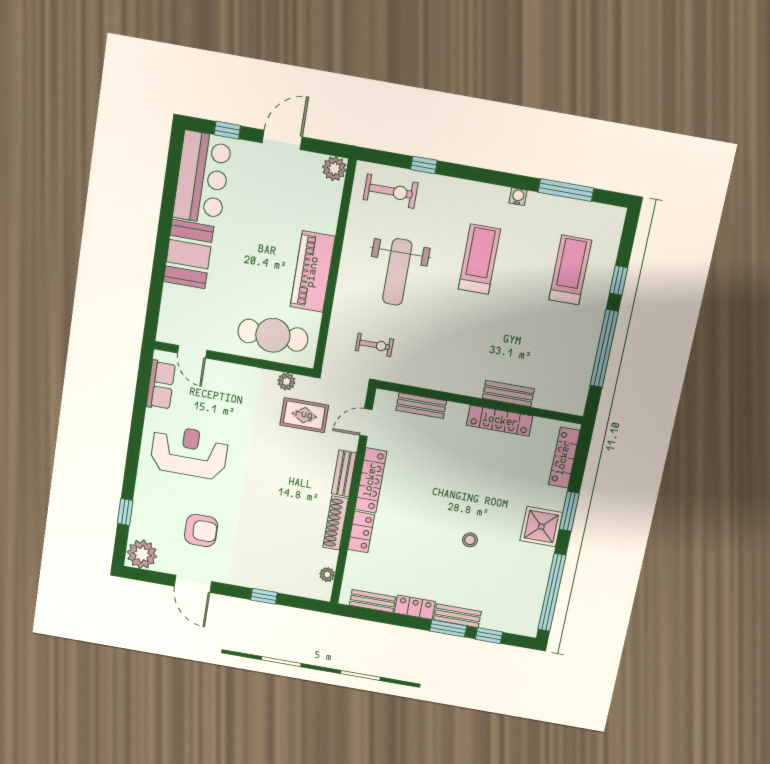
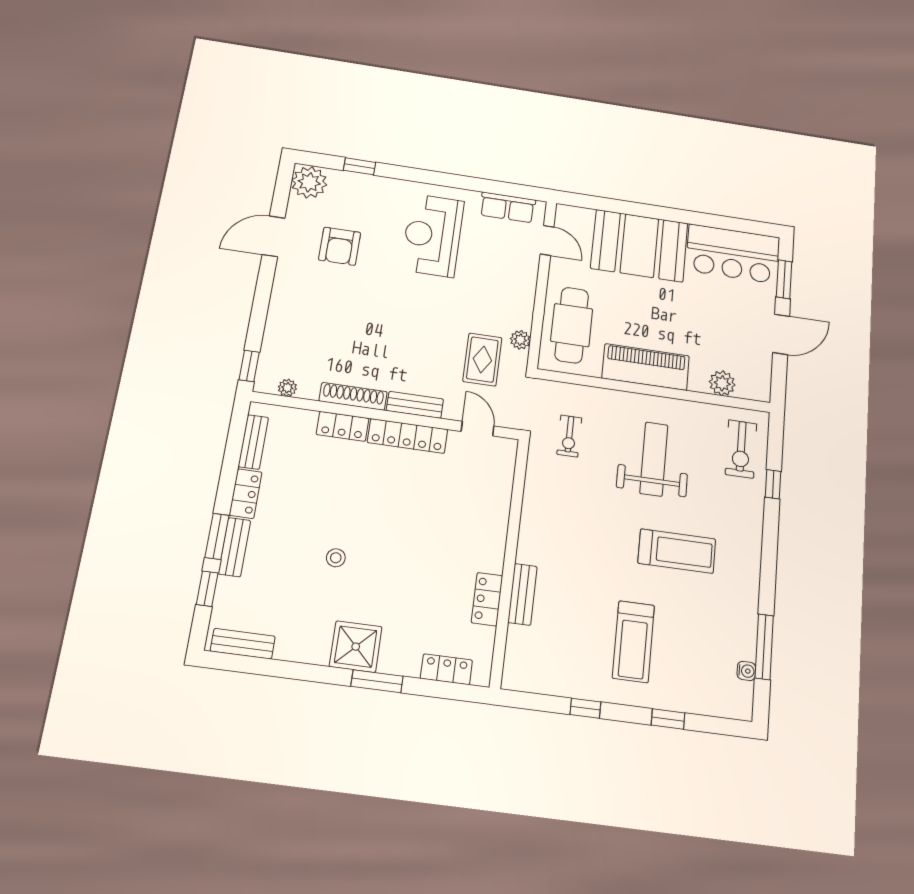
window: (227, 130) -> (784, 279), width x1.50
door: (282, 140) -> (781, 334), hinge flipped
plant: (334, 169) -> (722, 383), moved
water cooler: (518, 197) -> (746, 671), moved
booth: (189, 254) -> (639, 246), width x1.36, depth x1.42
treadmill: (570, 270) -> (633, 642), moved, turned 90
weight bench: (397, 272) -> (654, 459), turned 90
window: (604, 348) -> (585, 708), width x0.32
door: (192, 352) -> (547, 240), swing flipped
bench: (421, 406) -> (243, 644), moved, turned 90
locker: (500, 421) -> (487, 599), width x0.66
reception desk: (189, 452) -> (433, 235), turned 180
locker: (564, 458) -> (446, 669), width x0.66
window: (552, 592) -> (267, 667), removed
window: (264, 596) -> (249, 366), moved

